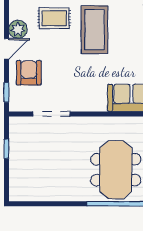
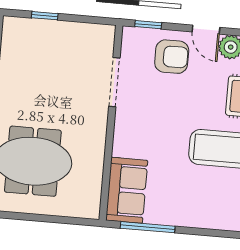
window: (6, 149) -> (45, 16), moved

